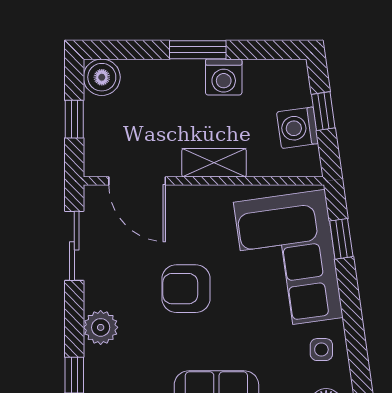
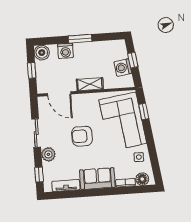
washing machine: (224, 77) -> (65, 51), moved
sliding door: (74, 246) -> (36, 133), moved

